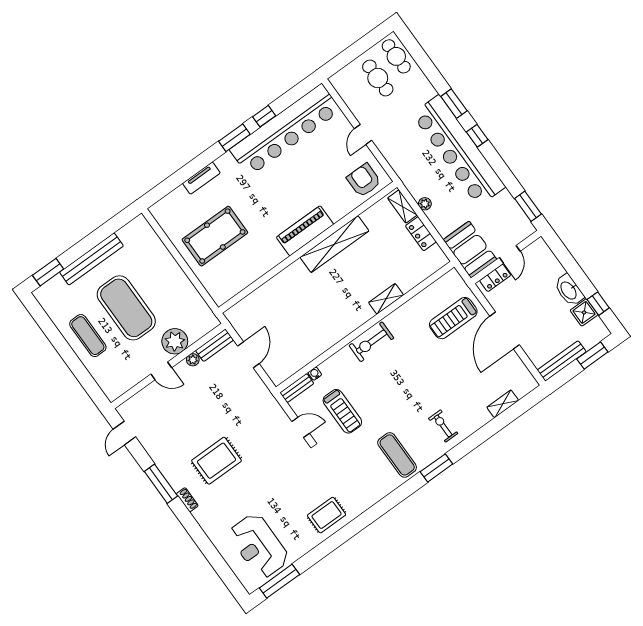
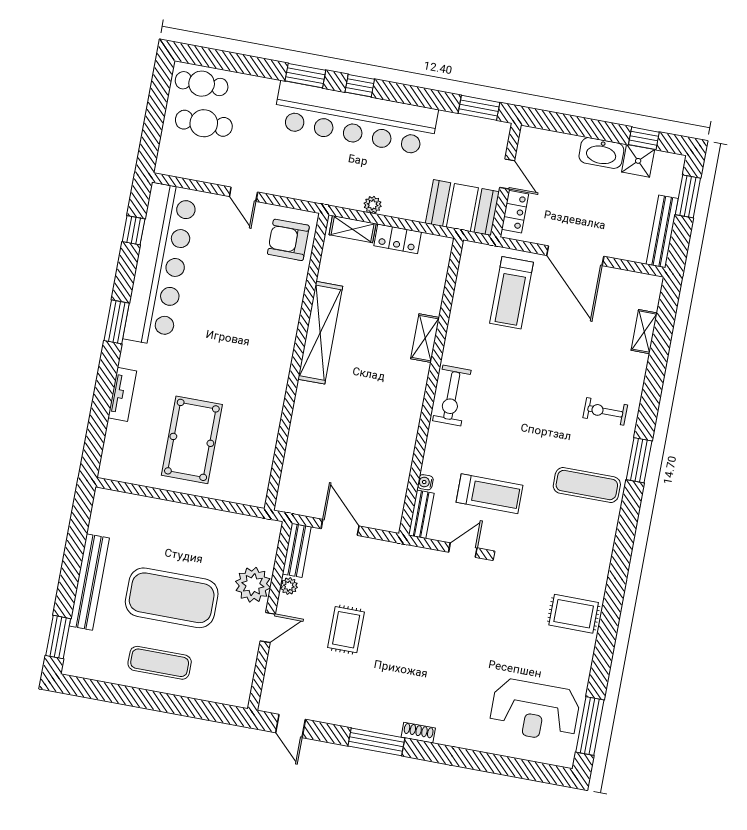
window: (264, 116) -> (134, 230), moved
piano: (305, 231) -> (278, 348), removed
rug: (216, 461) -> (346, 630), moved, width x0.73, depth x0.70
rug: (327, 515) -> (574, 614), turned 90

